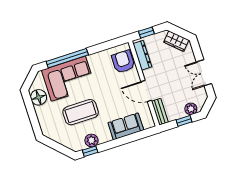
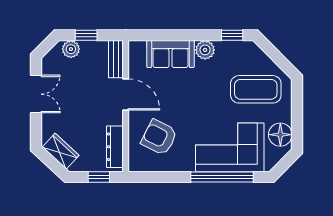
armchair: (123, 62) -> (159, 137), moved, turned 117
coffee table: (81, 112) -> (256, 89), moved
plant: (91, 140) -> (205, 50), moved

